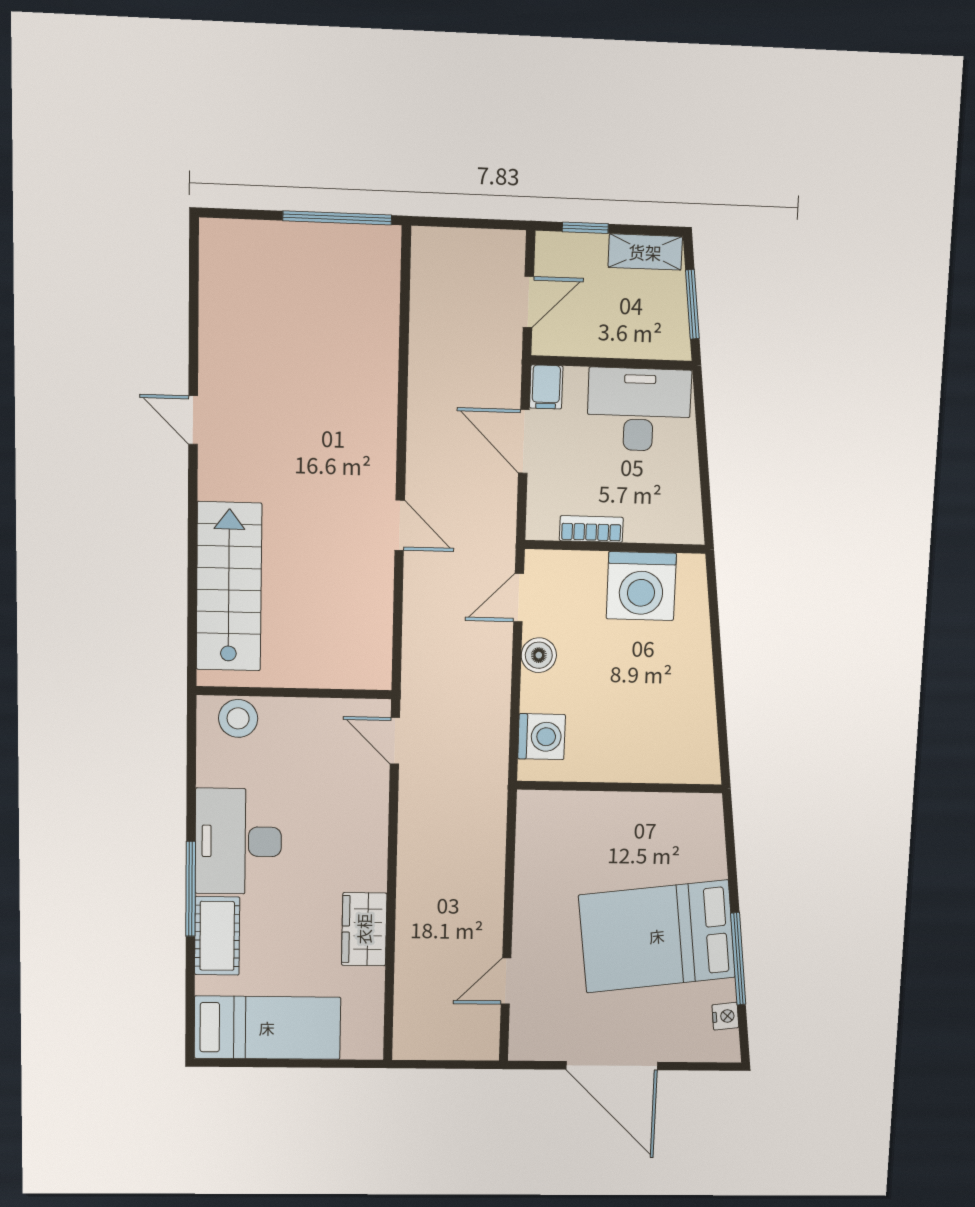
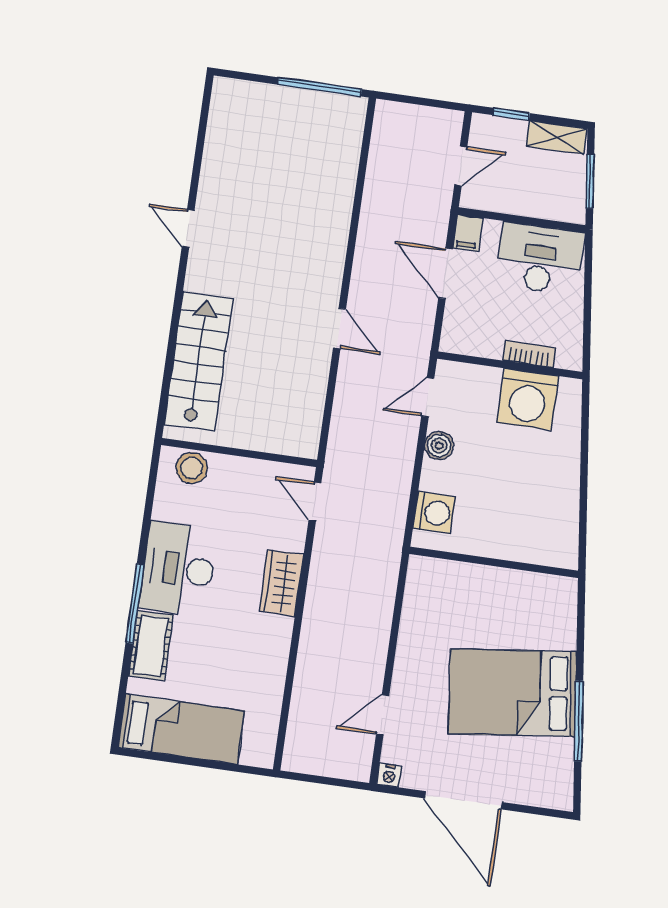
bookcase: (591, 529) -> (529, 354), moved
wardrobe: (364, 929) -> (281, 583), moved
nightstand: (725, 1016) -> (389, 775), moved, turned 97

